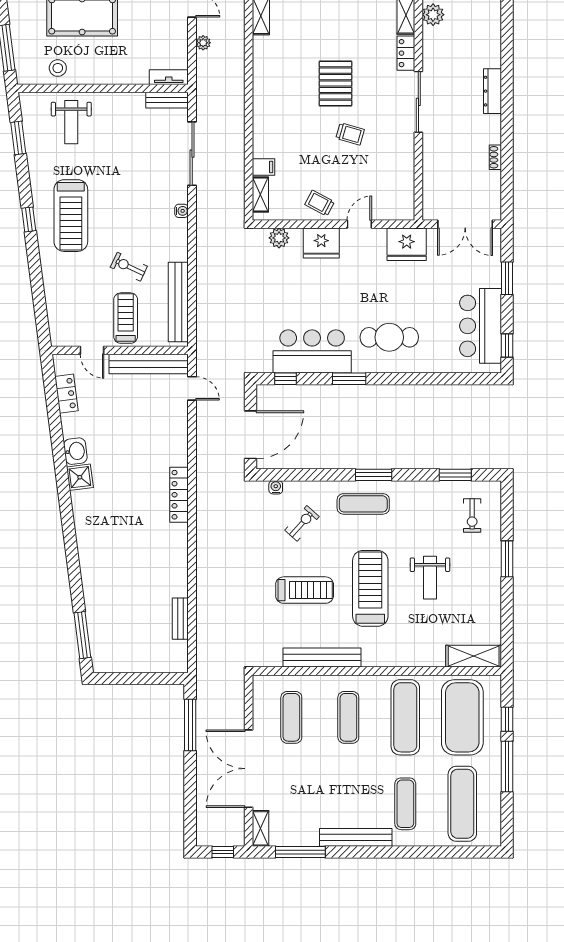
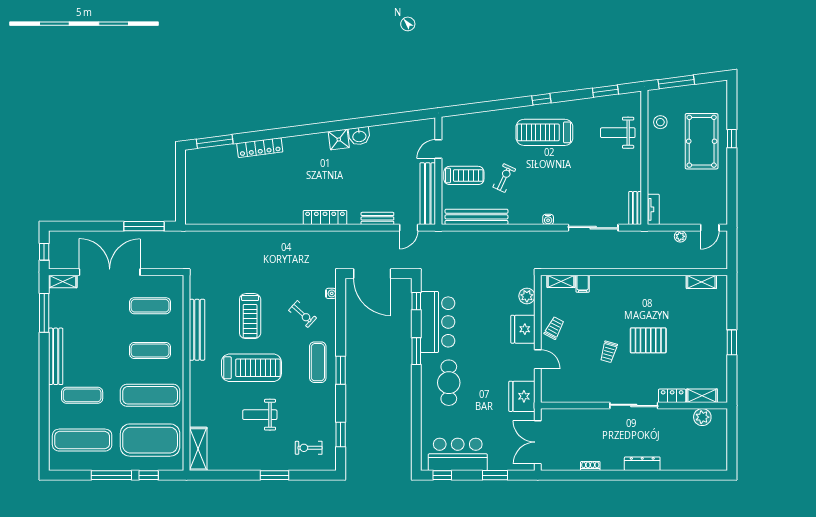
locker: (66, 394) -> (260, 148), moved, width x1.53
bench: (180, 619) -> (377, 218), moved

